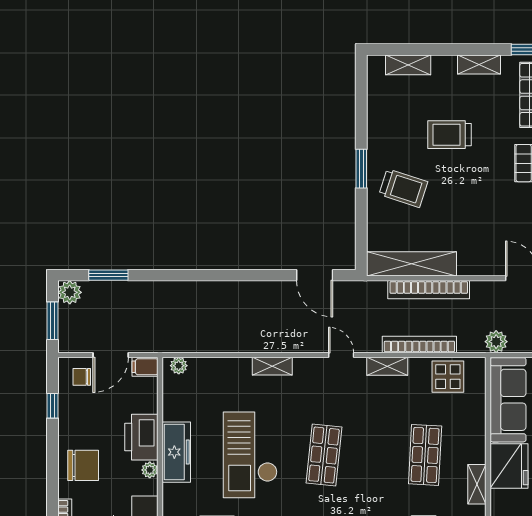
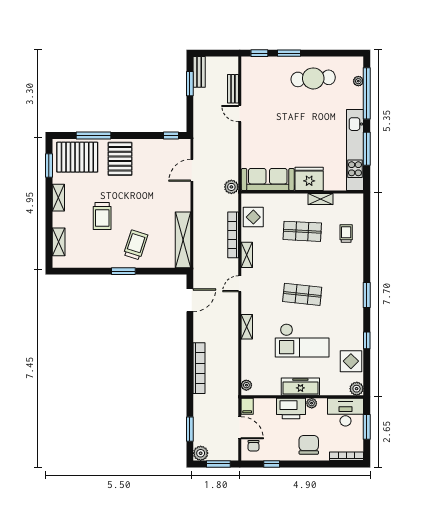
bookcase: (429, 290) -> (199, 368), moved

